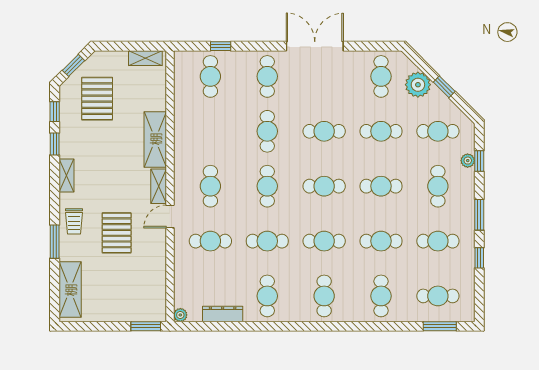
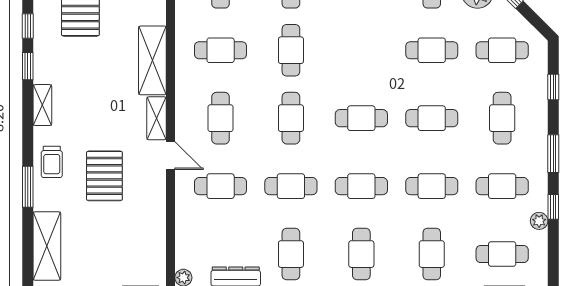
cafe table: (324, 131) -> (221, 50), moved
plant: (468, 161) -> (539, 221), moved
door: (170, 216) -> (171, 156), swing flipped

